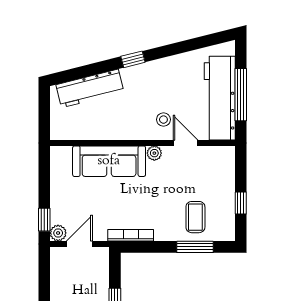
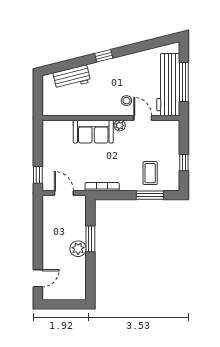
workbench: (90, 88) -> (72, 77), width x0.73
sofa: (109, 161) -> (93, 132), width x0.73
plant: (58, 233) -> (48, 185), removed
door: (79, 244) -> (64, 193), hinge flipped

